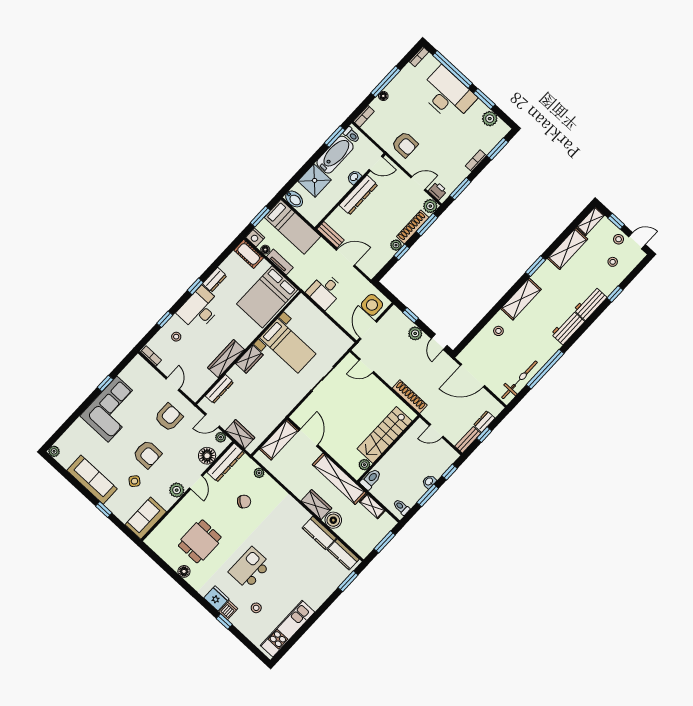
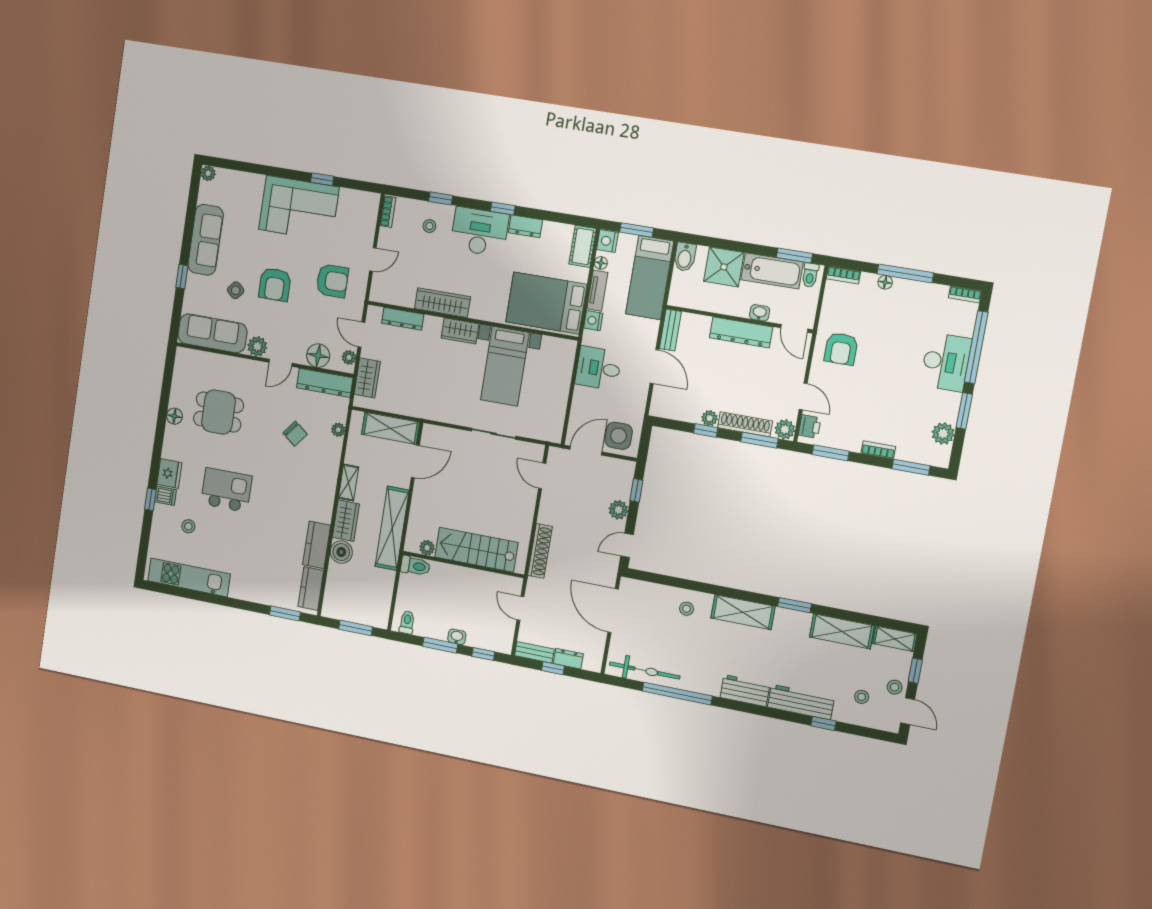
desk: (447, 94) -> (946, 362), width x0.73, depth x0.77
nightstand: (296, 276) -> (593, 321), added
workbench: (590, 304) -> (801, 702), width x1.37
shelving: (372, 506) -> (348, 483), moved
sofa: (146, 518) -> (212, 333), width x1.36

